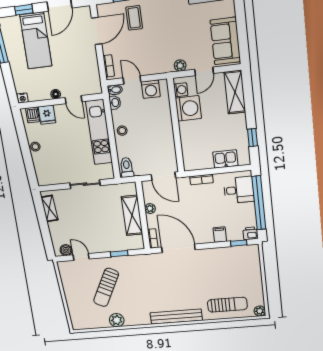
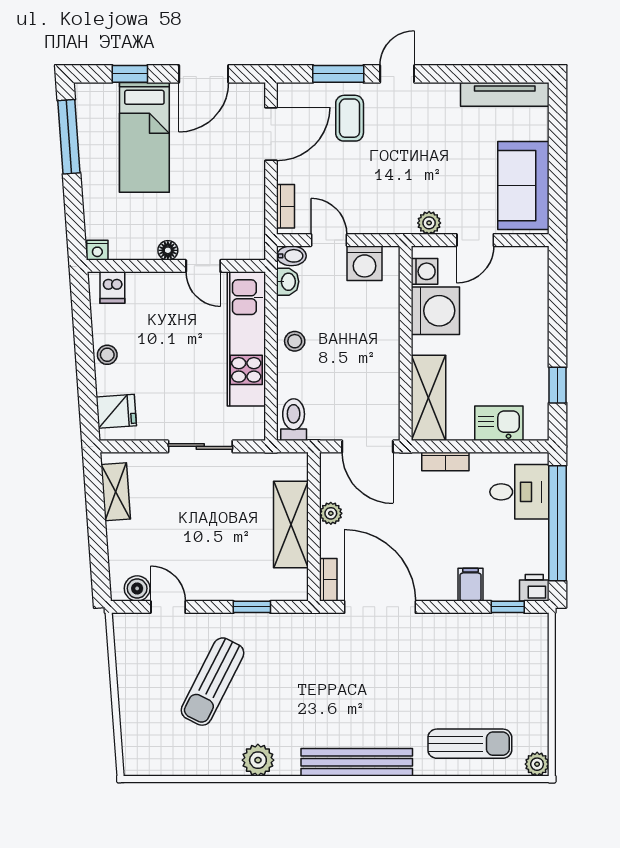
shelving: (235, 92) -> (429, 398), moved
fridge: (47, 115) -> (116, 411), moved, turned -94
plant: (117, 320) -> (258, 760), moved

